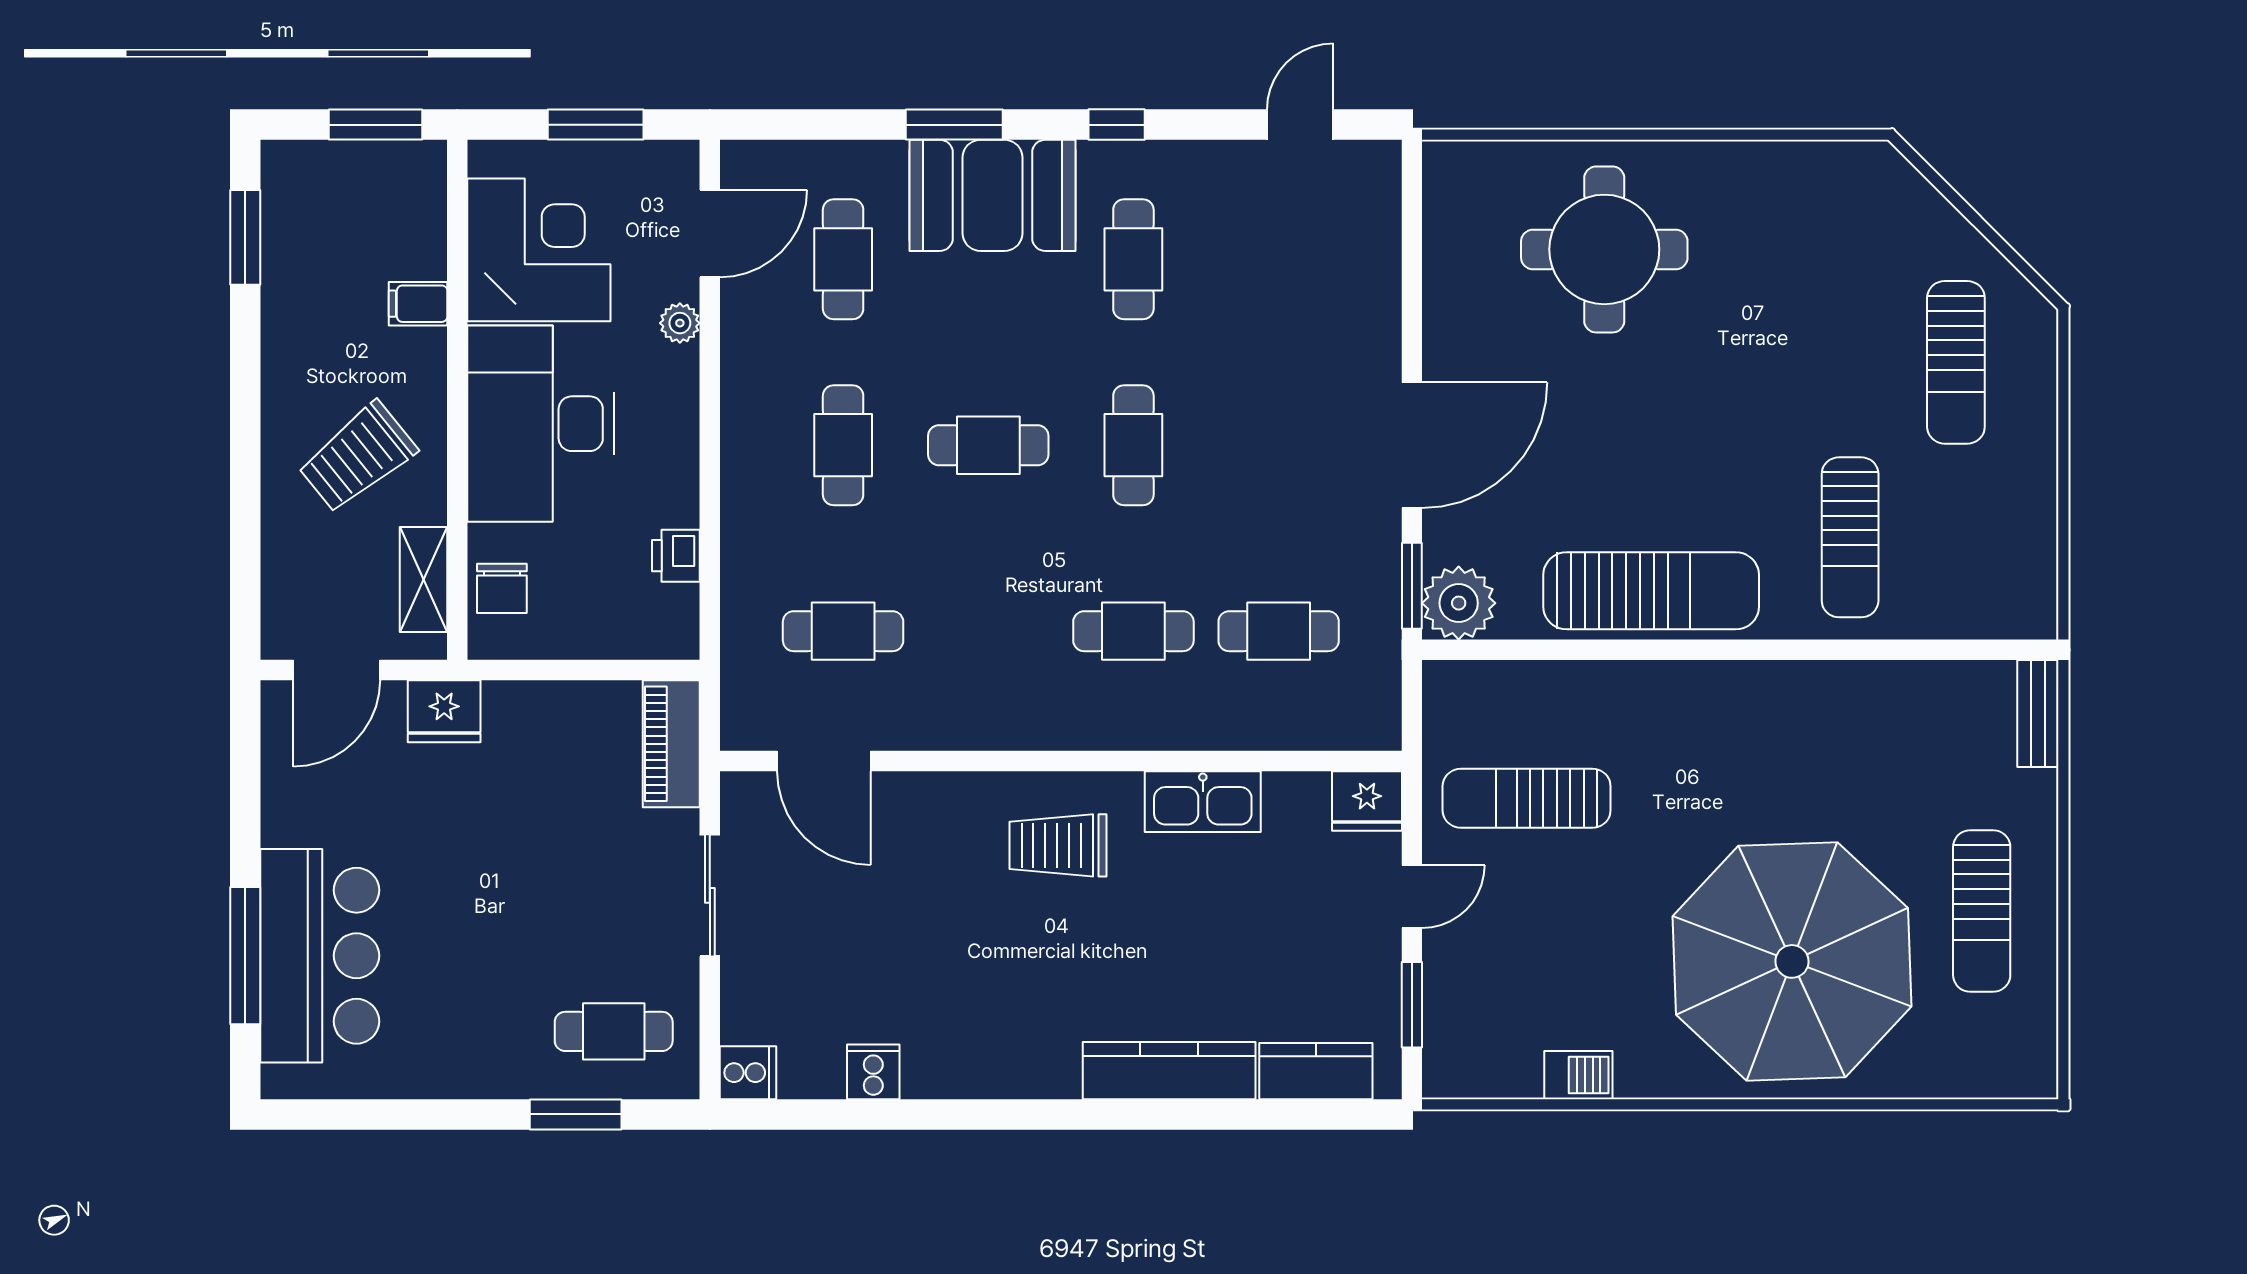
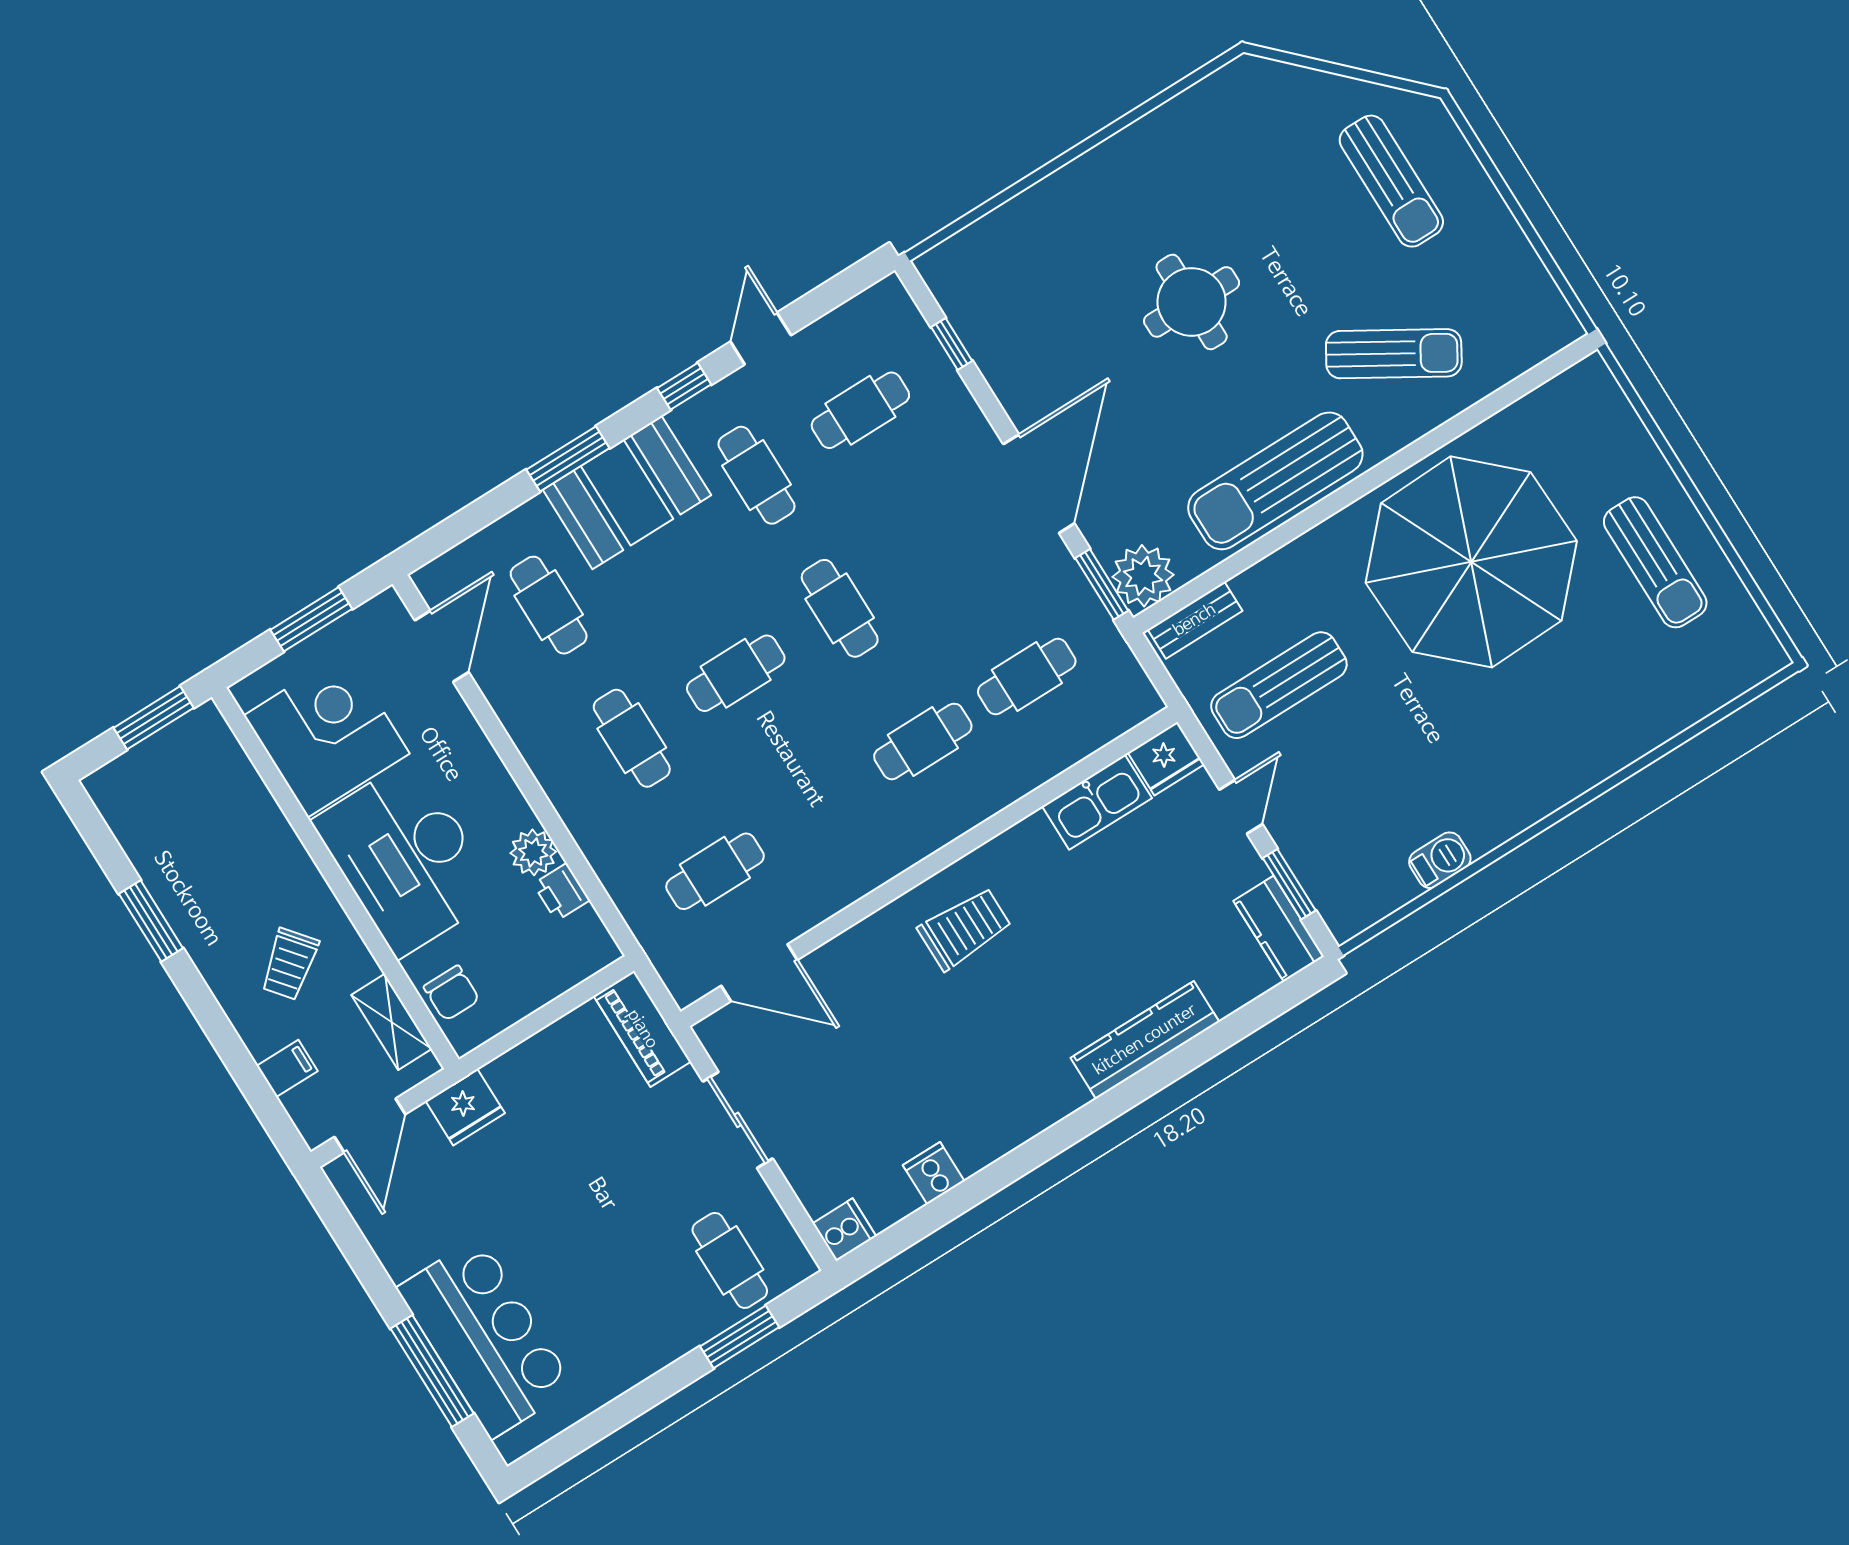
door: (1300, 125) -> (761, 338), moved
window: (245, 237) -> (151, 921), moved
round table: (1604, 249) -> (1192, 302), moved, width x0.73, depth x0.73
window: (1412, 250) -> (952, 344), added
cafe table: (1279, 259) -> (860, 410), added
filing cabinet: (418, 304) -> (287, 1068), moved, turned 180
plant: (680, 323) -> (533, 852), moved, width x1.38, depth x1.38
trolley: (357, 457) -> (290, 964), width x0.73, depth x0.72
sun lounger: (1850, 537) -> (1394, 354), turned -59
sun lounger: (1651, 591) -> (1275, 481), turned 180
bench: (2038, 713) -> (1195, 620), moved, turned 90
kitchen sink: (1203, 802) -> (1097, 802), moved
trolley: (1058, 845) -> (965, 929), turned 180
parasol: (1792, 961) -> (1471, 562), moved
cafe table: (614, 1031) -> (730, 1260), turned 90
kitchen counter: (1316, 1071) -> (1279, 929), moved, turned -90

